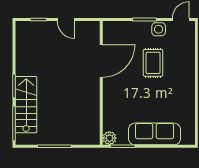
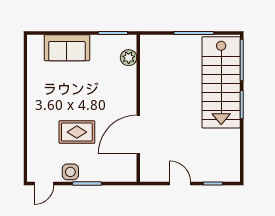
rug: (153, 63) -> (77, 132), turned 90
stairs: (26, 105) -> (221, 82), width x1.36, depth x1.51
sofa: (154, 134) -> (67, 48), width x0.73
plant: (109, 138) -> (129, 58), moved

